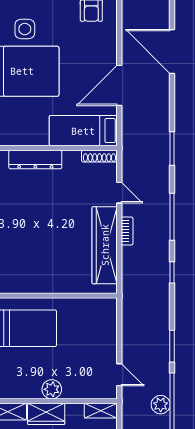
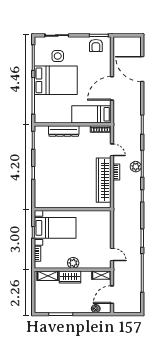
plant: (161, 405) -> (136, 167), moved

